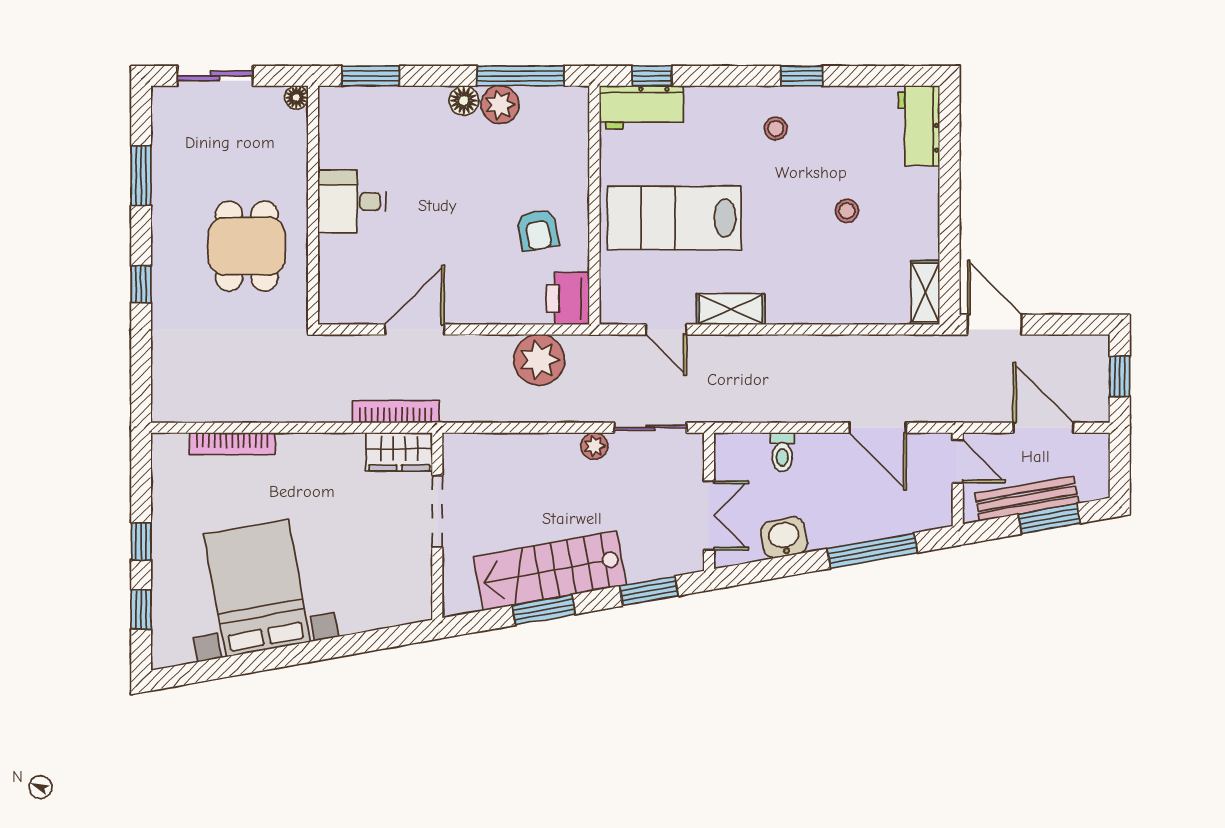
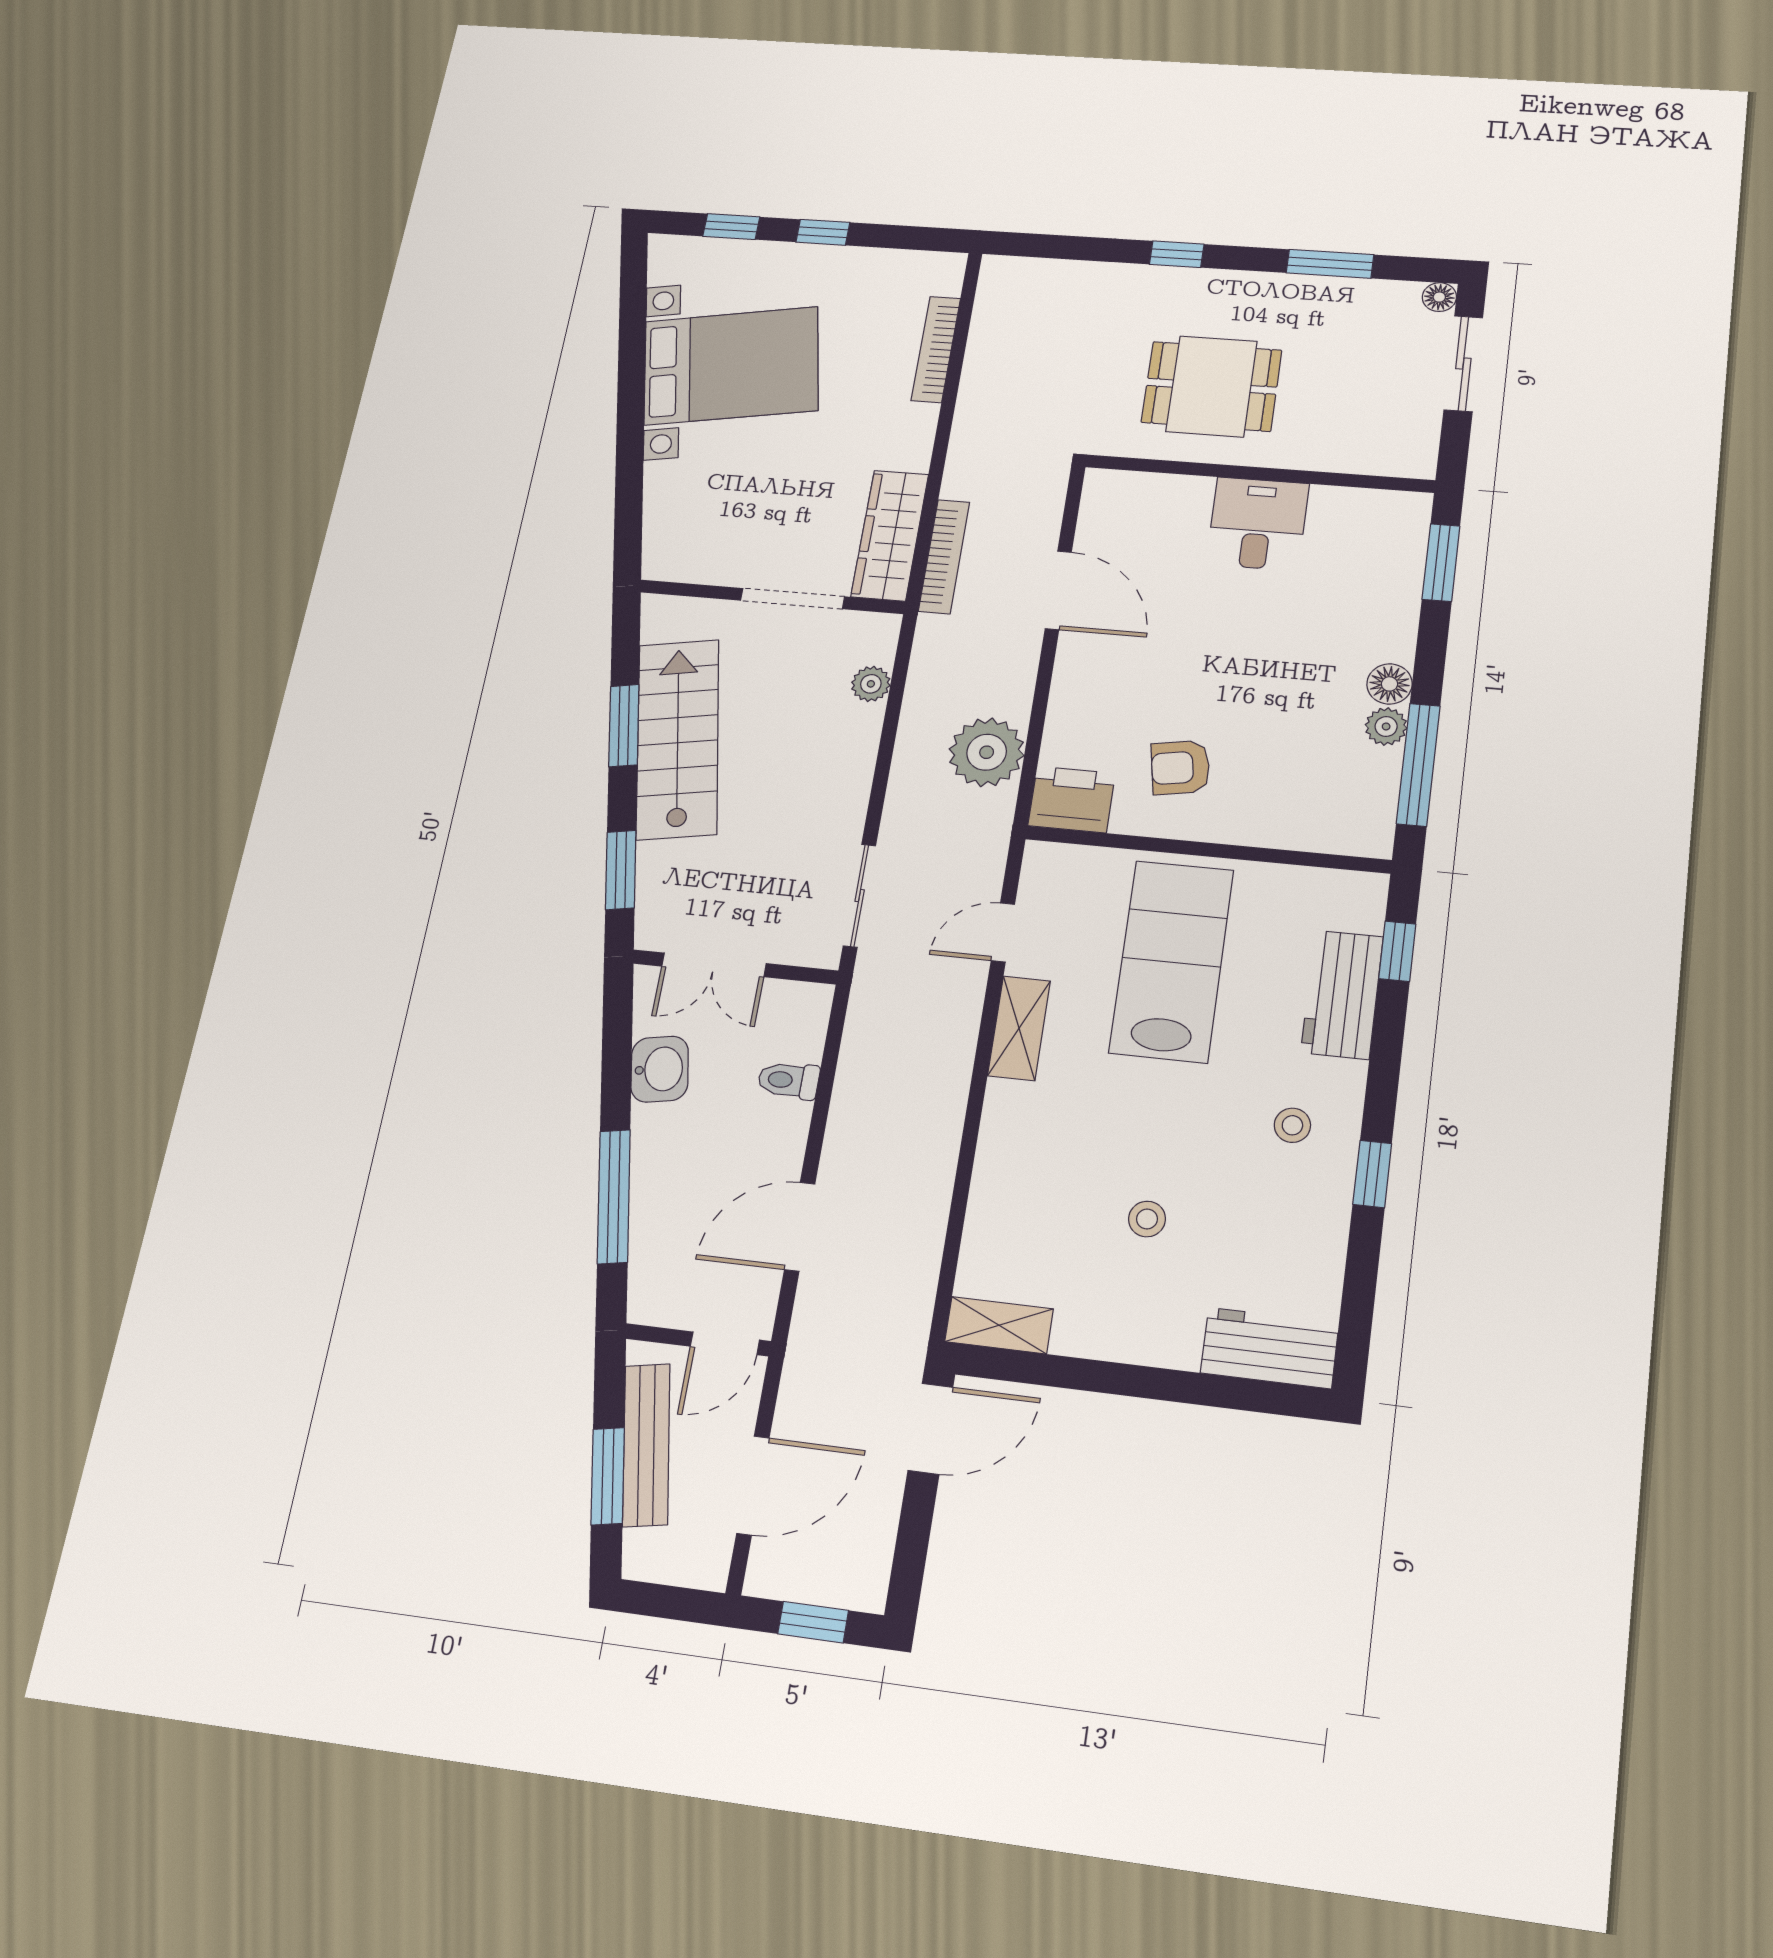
floor lamp: (296, 97) -> (1439, 297), moved
plant: (500, 105) -> (1386, 727), width x0.73, depth x0.73
workbench: (641, 107) -> (1342, 994), moved
plant: (594, 446) -> (871, 684), moved
wardrobe: (399, 452) -> (890, 535), width x1.50

